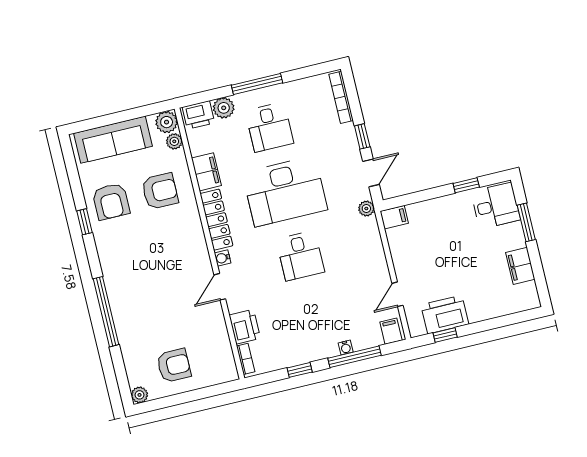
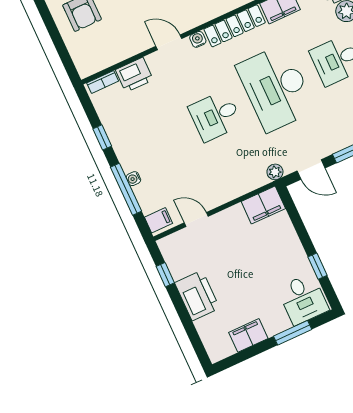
filing cabinet: (394, 217) -> (263, 205), width x2.00
printer: (445, 314) -> (197, 295), moved

